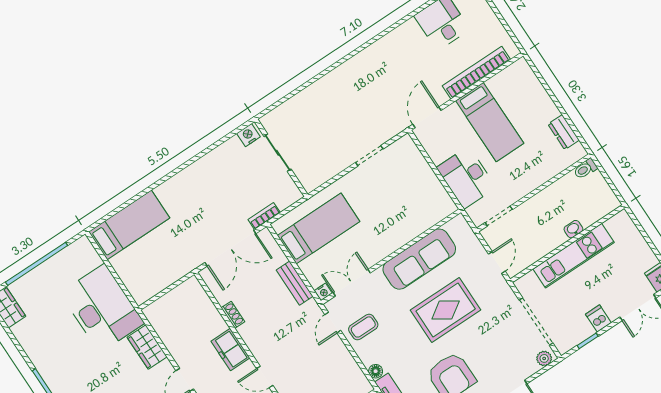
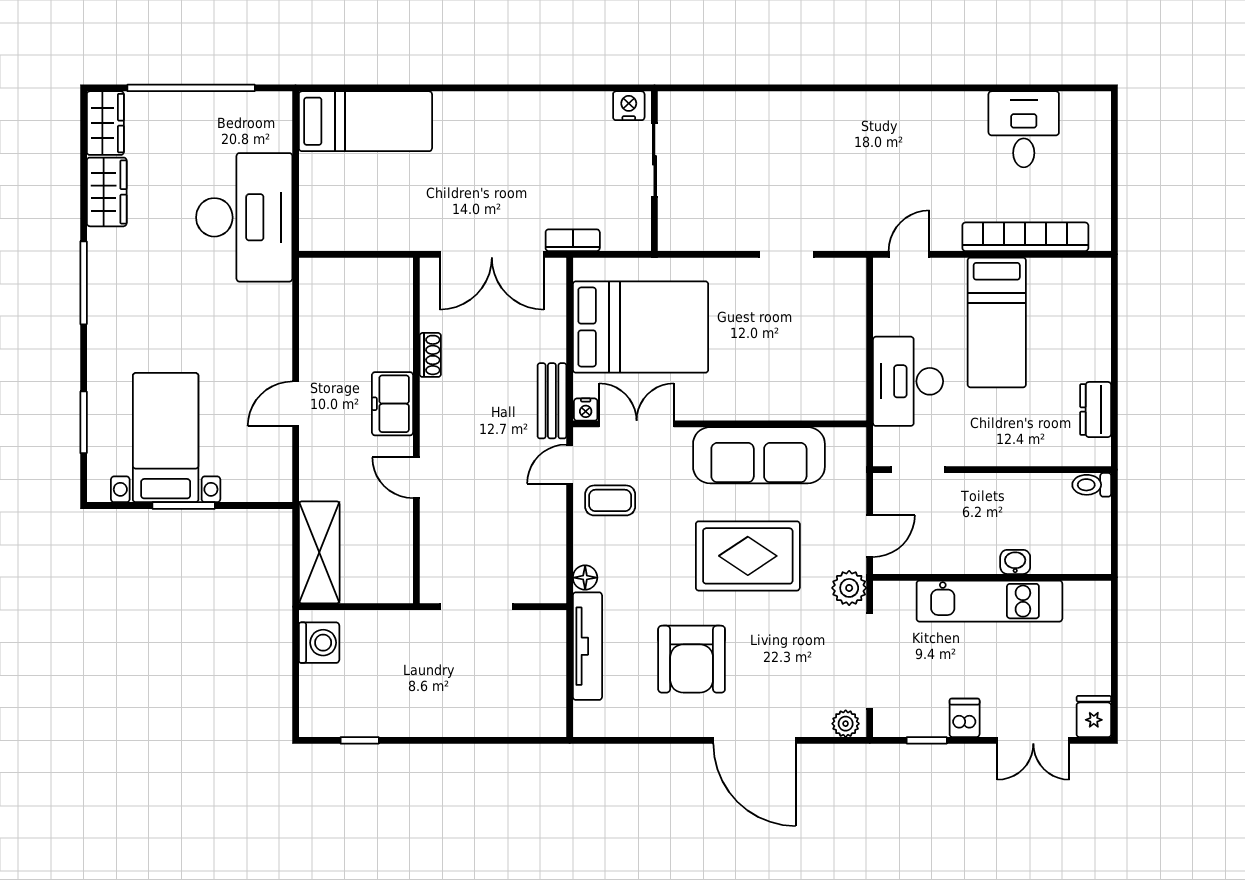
door: (427, 117) -> (909, 254), width x0.73
bed: (319, 229) -> (641, 327), width x1.50
bench: (295, 283) -> (552, 401), moved
plant: (503, 293) -> (849, 588), added
wardrobe: (147, 347) -> (107, 192), moved, turned 180

